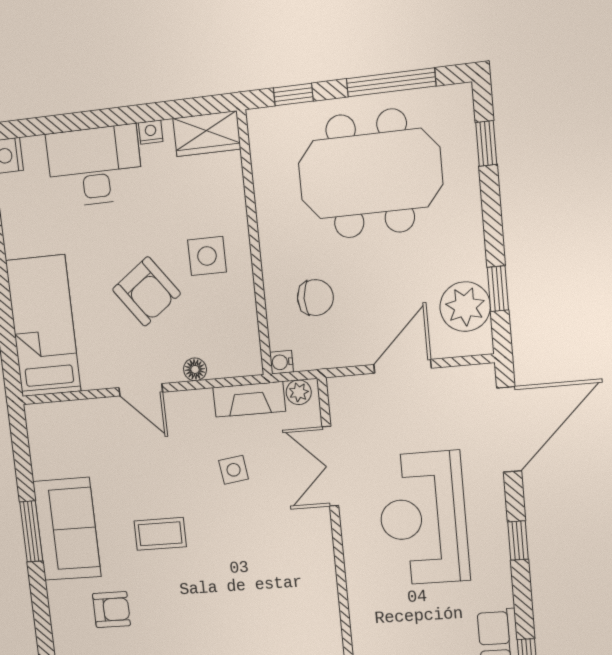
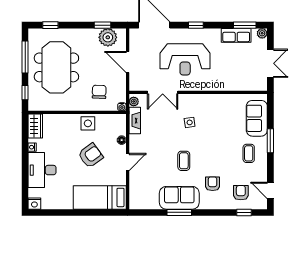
side table: (207, 256) -> (88, 123), moved
side table: (234, 470) -> (190, 122), moved

